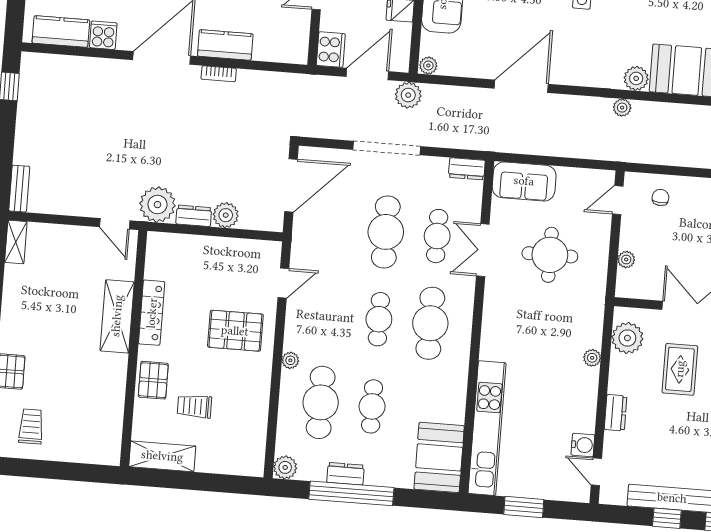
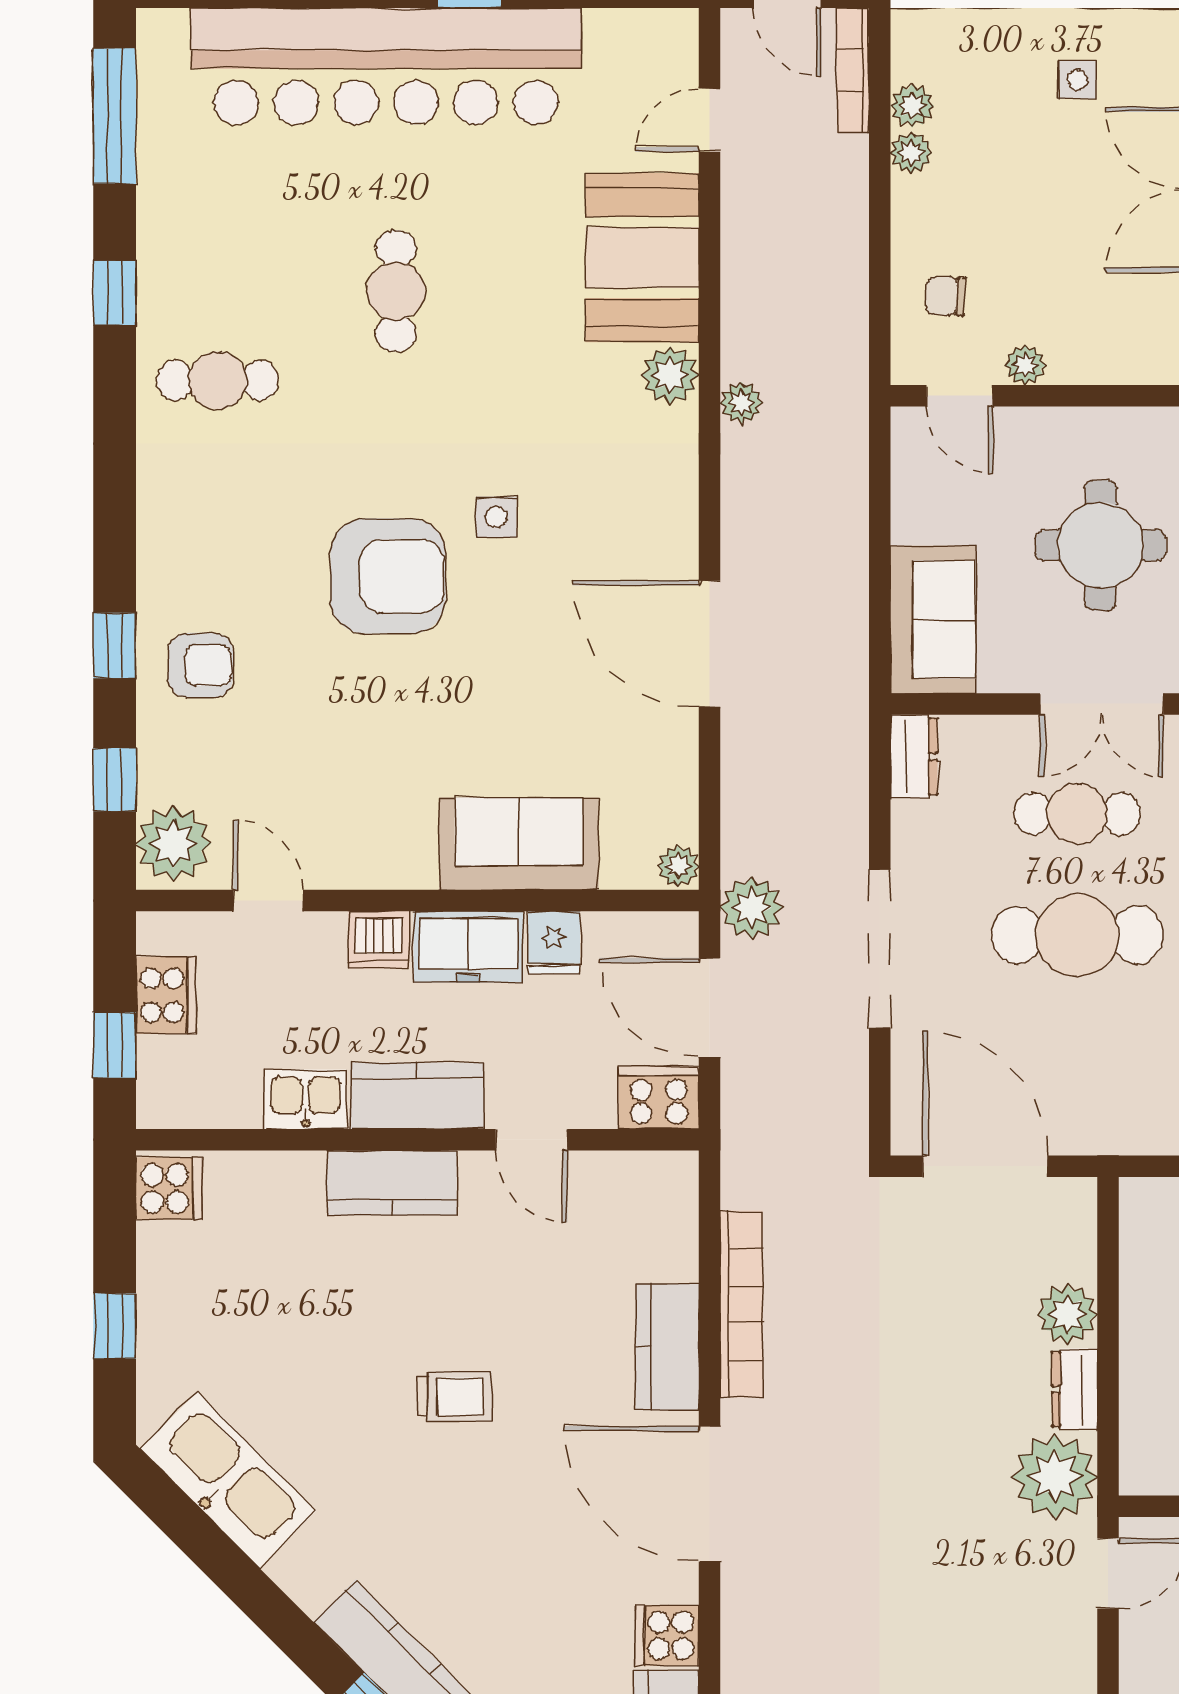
bookcase: (219, 74) -> (741, 1304), width x2.31, depth x1.31
plant: (626, 260) -> (1025, 365), moved

